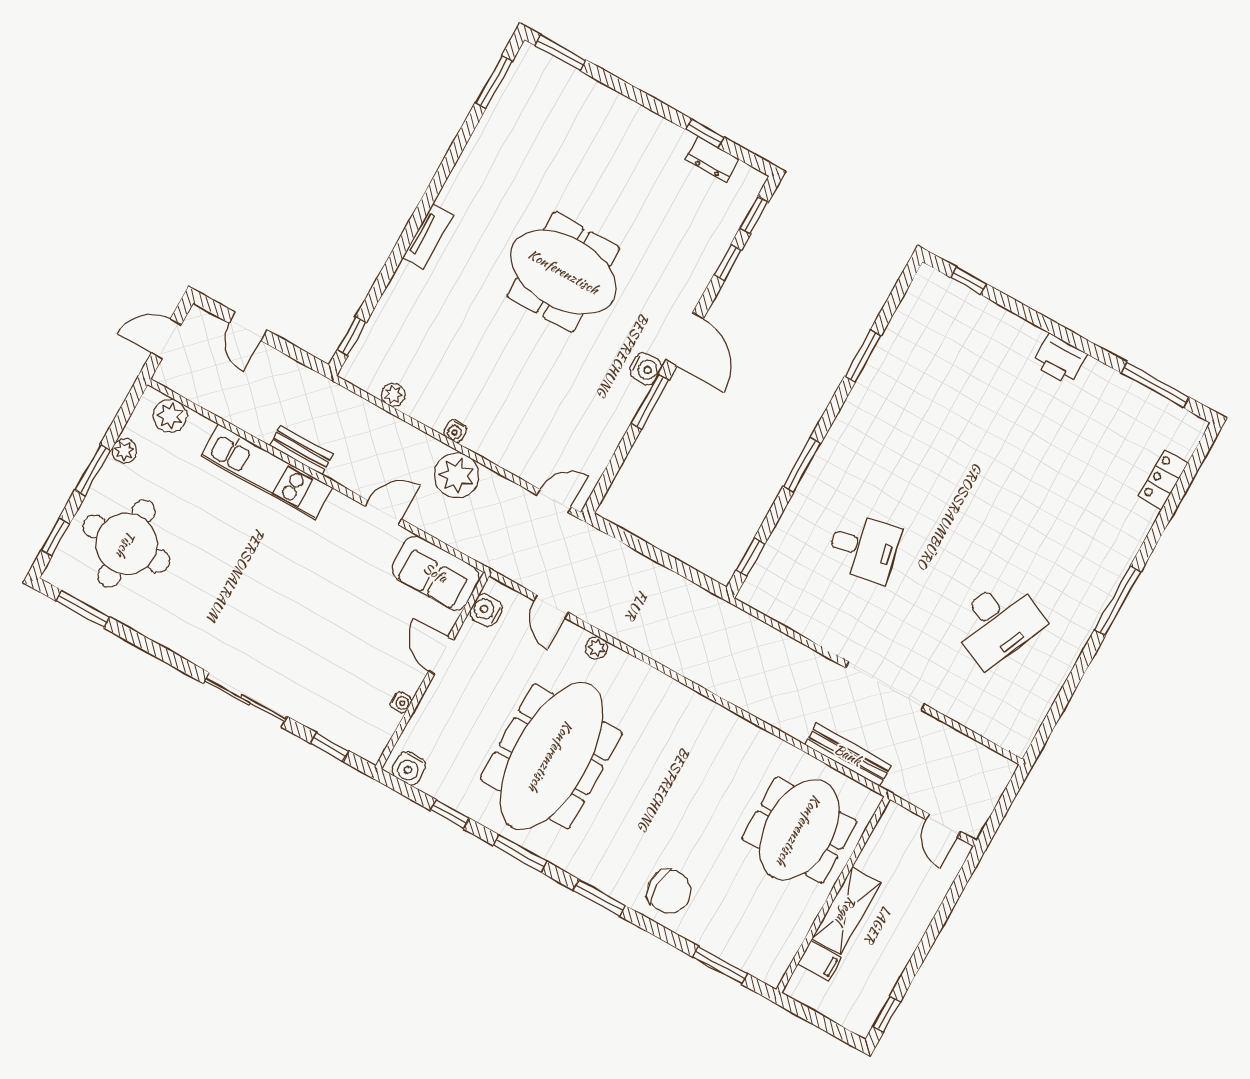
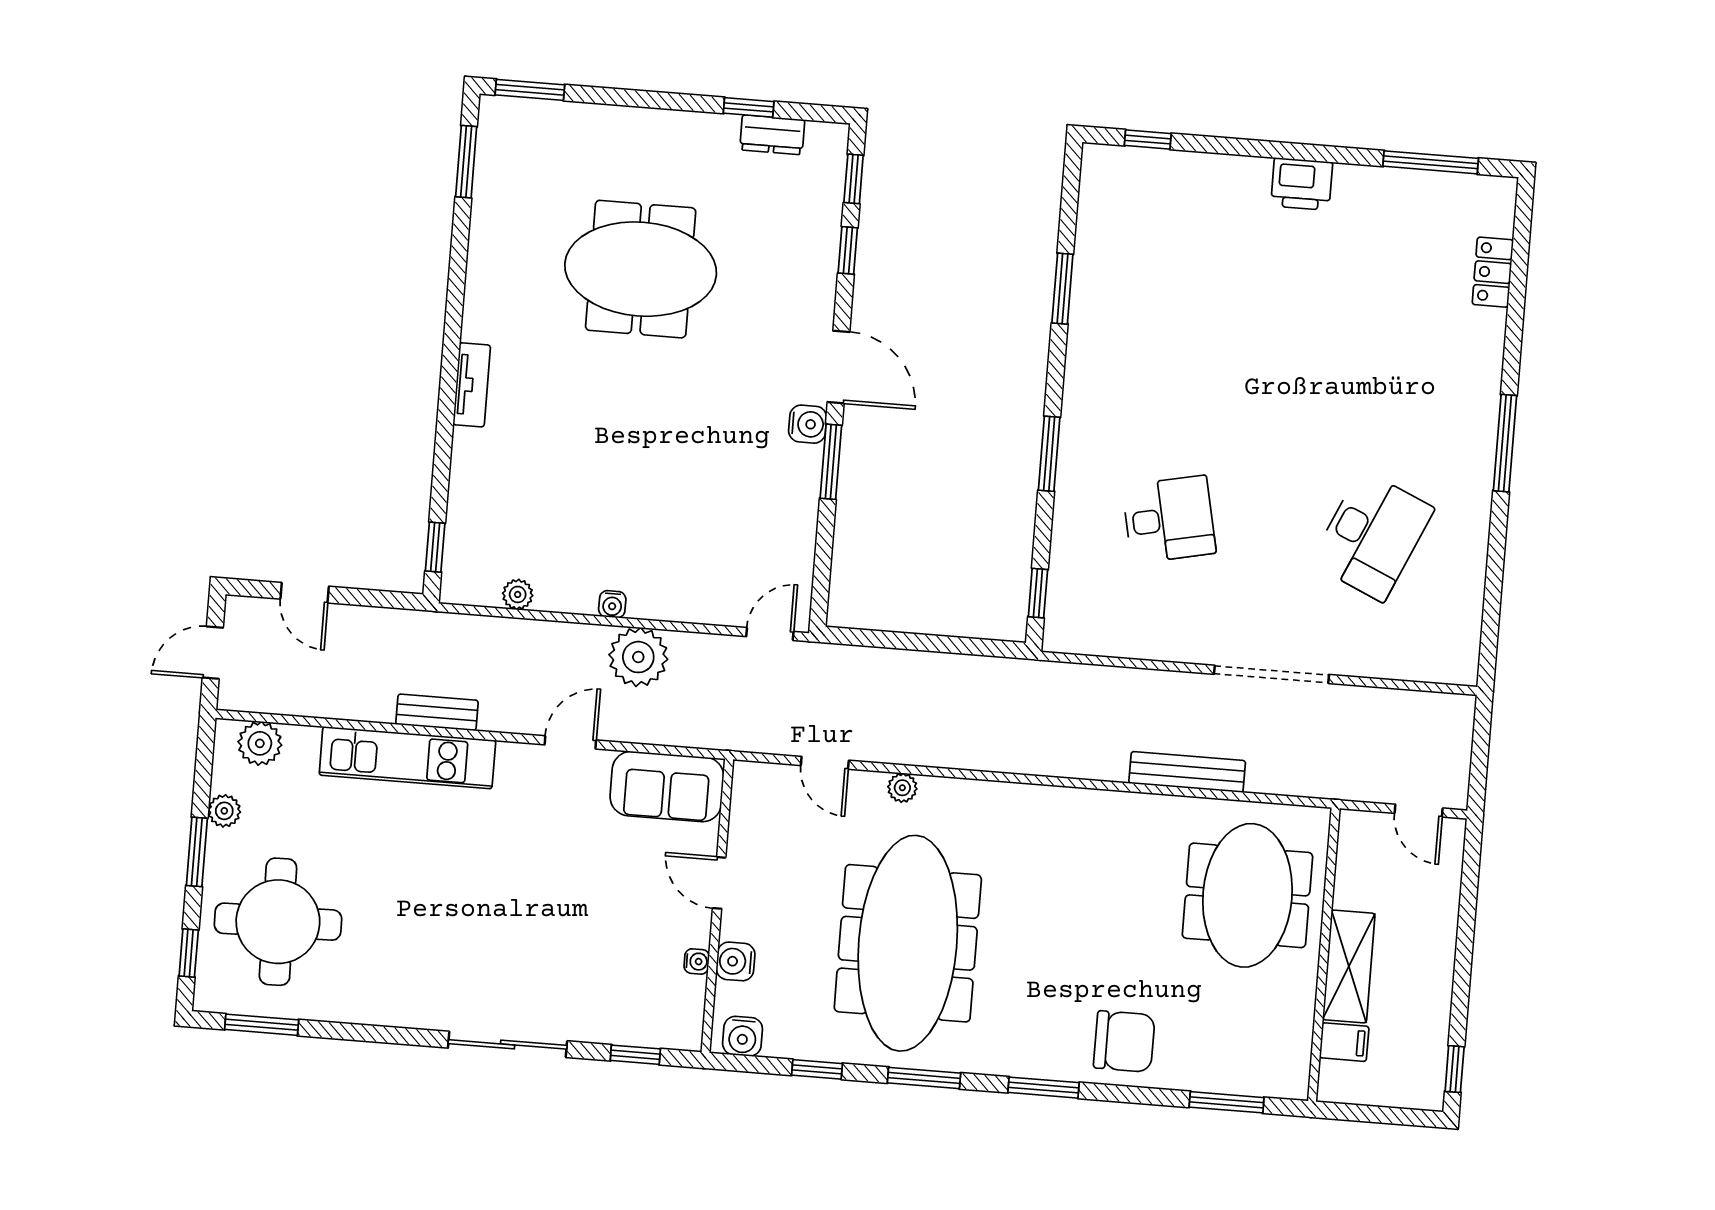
meeting table: (563, 272) -> (641, 269), moved
water cooler: (486, 610) -> (736, 961), moved
bench: (848, 755) -> (1187, 772), moved

